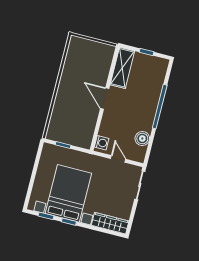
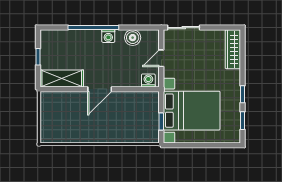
washing machine: (149, 118) -> (108, 36), added
bed with nightstands: (68, 193) -> (192, 111), moved, turned 180

